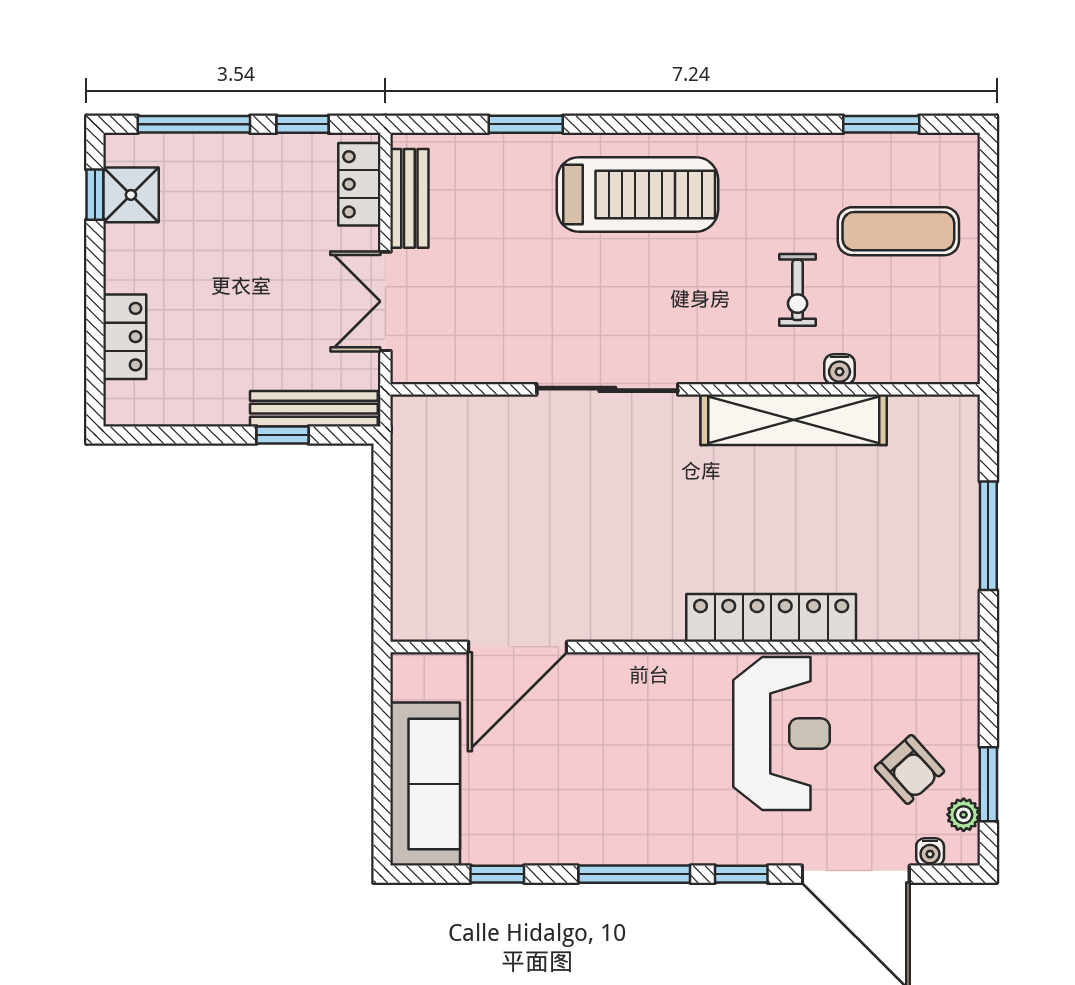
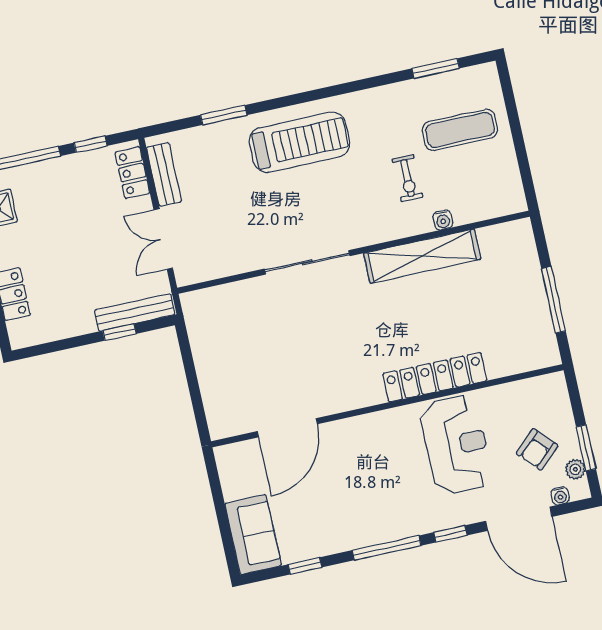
armchair: (909, 769) -> (537, 449), turned 89
sofa: (425, 784) -> (253, 534), width x0.73

